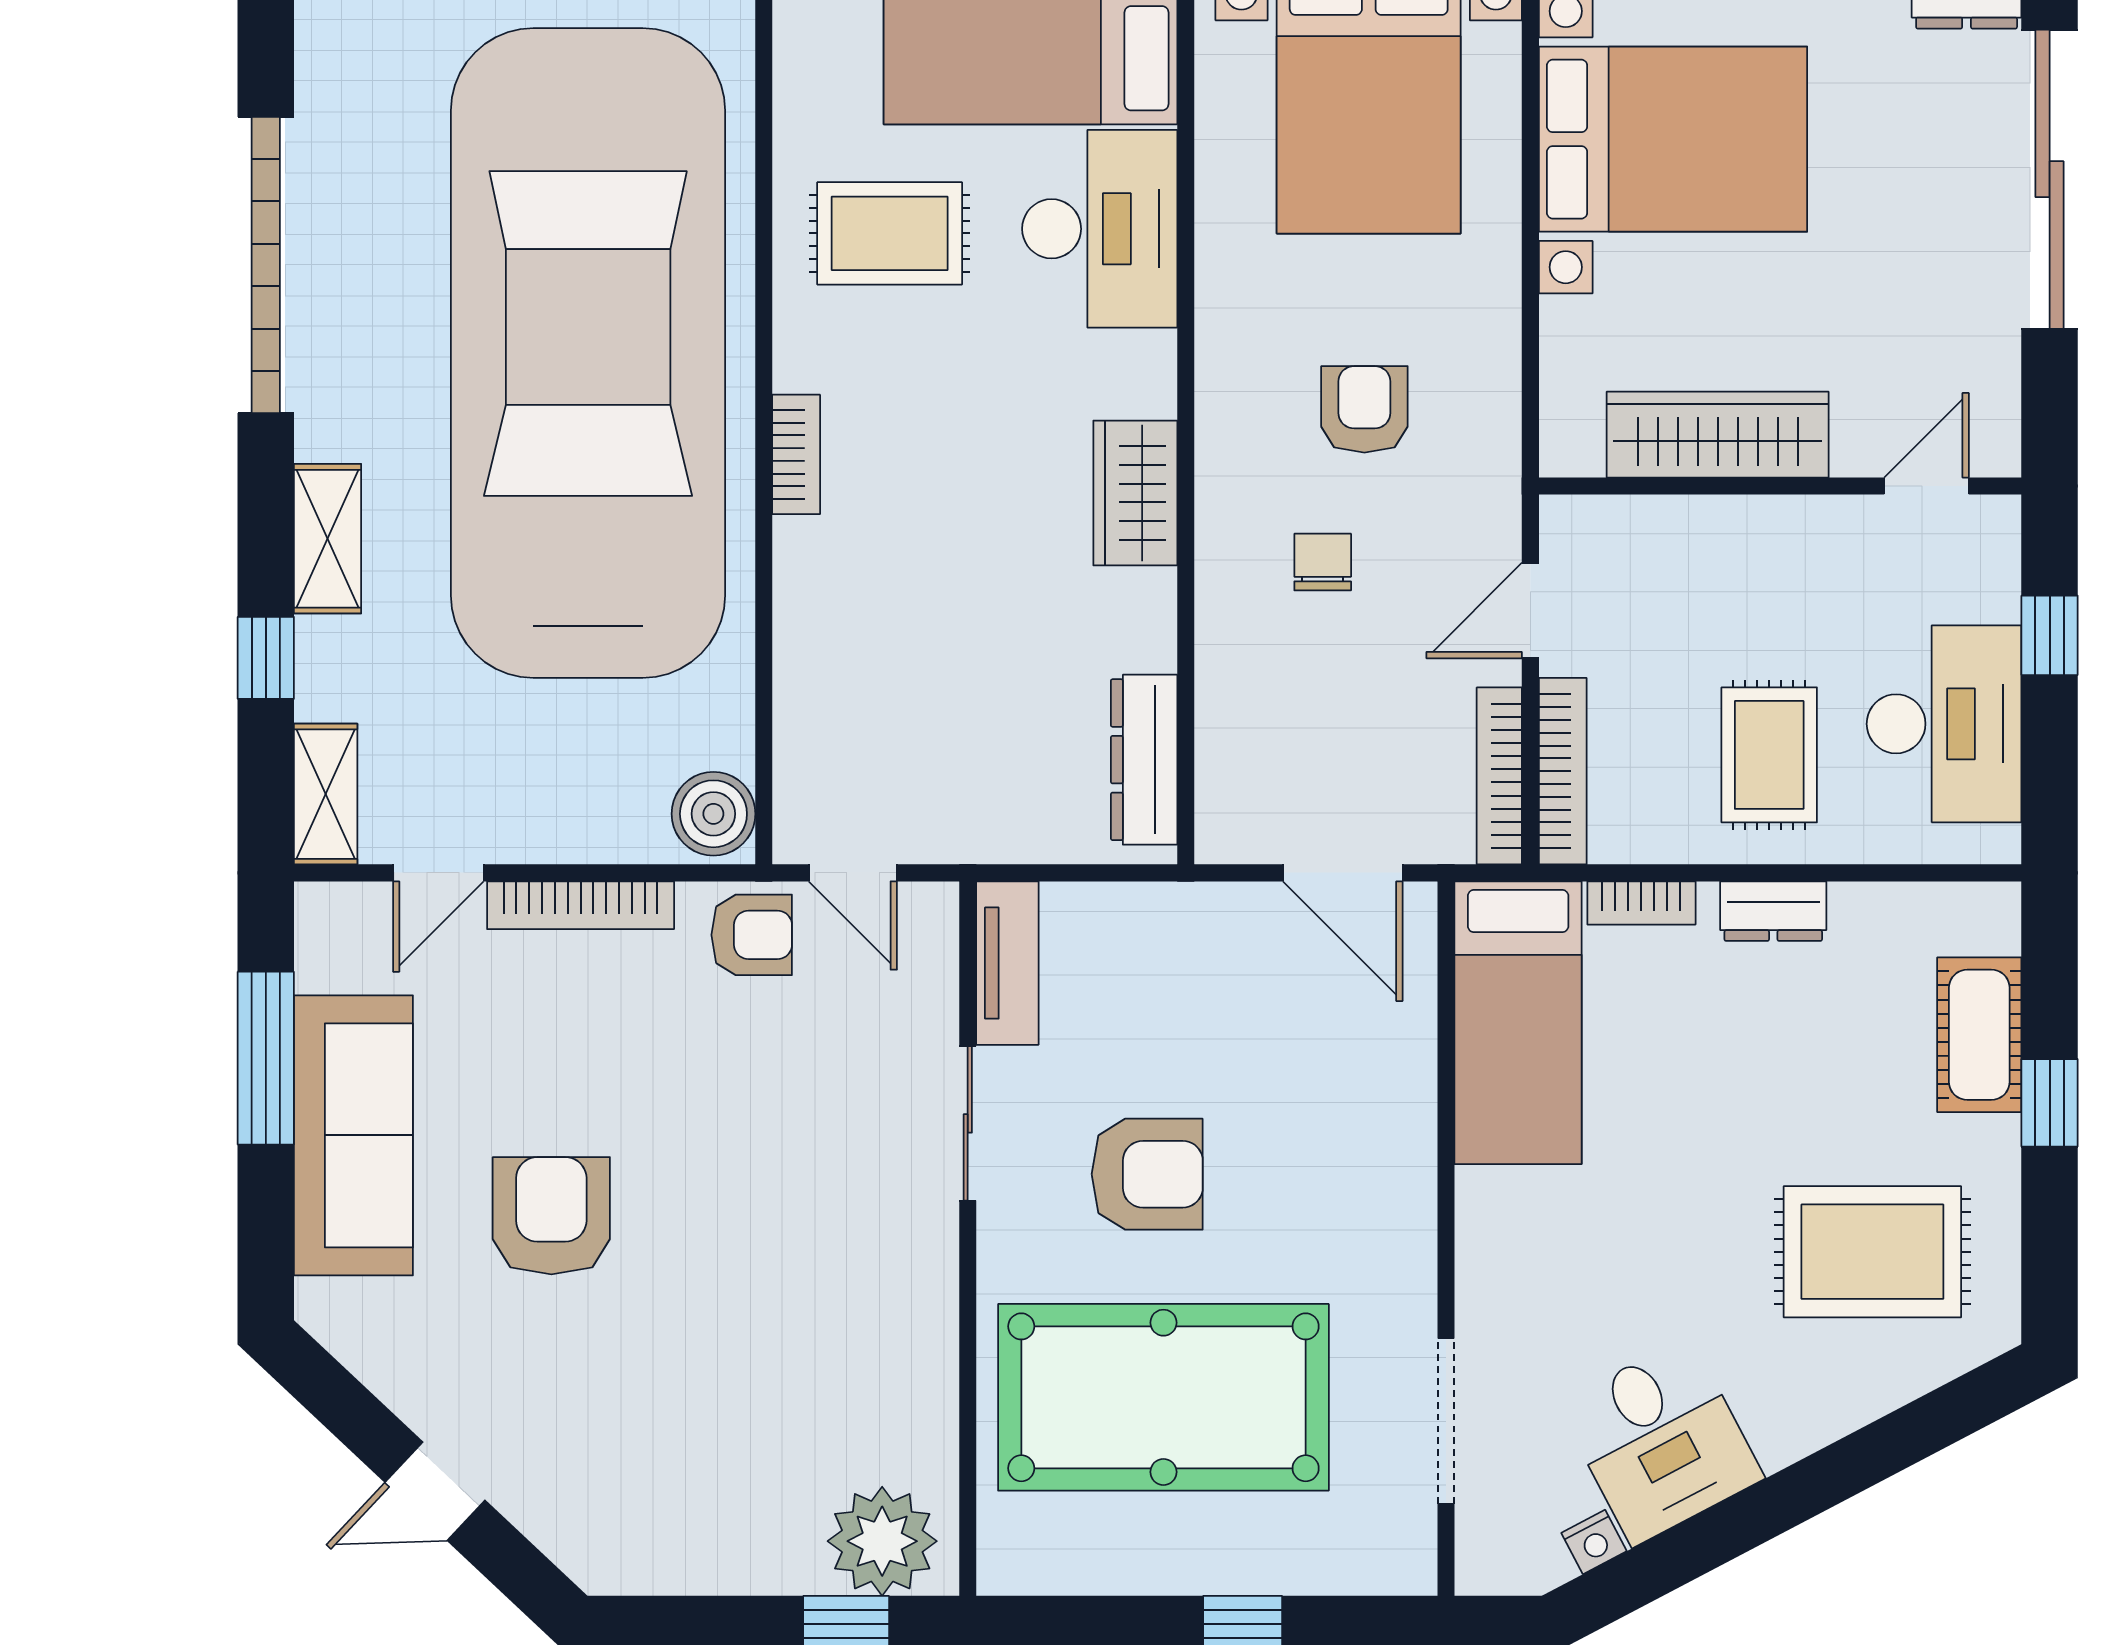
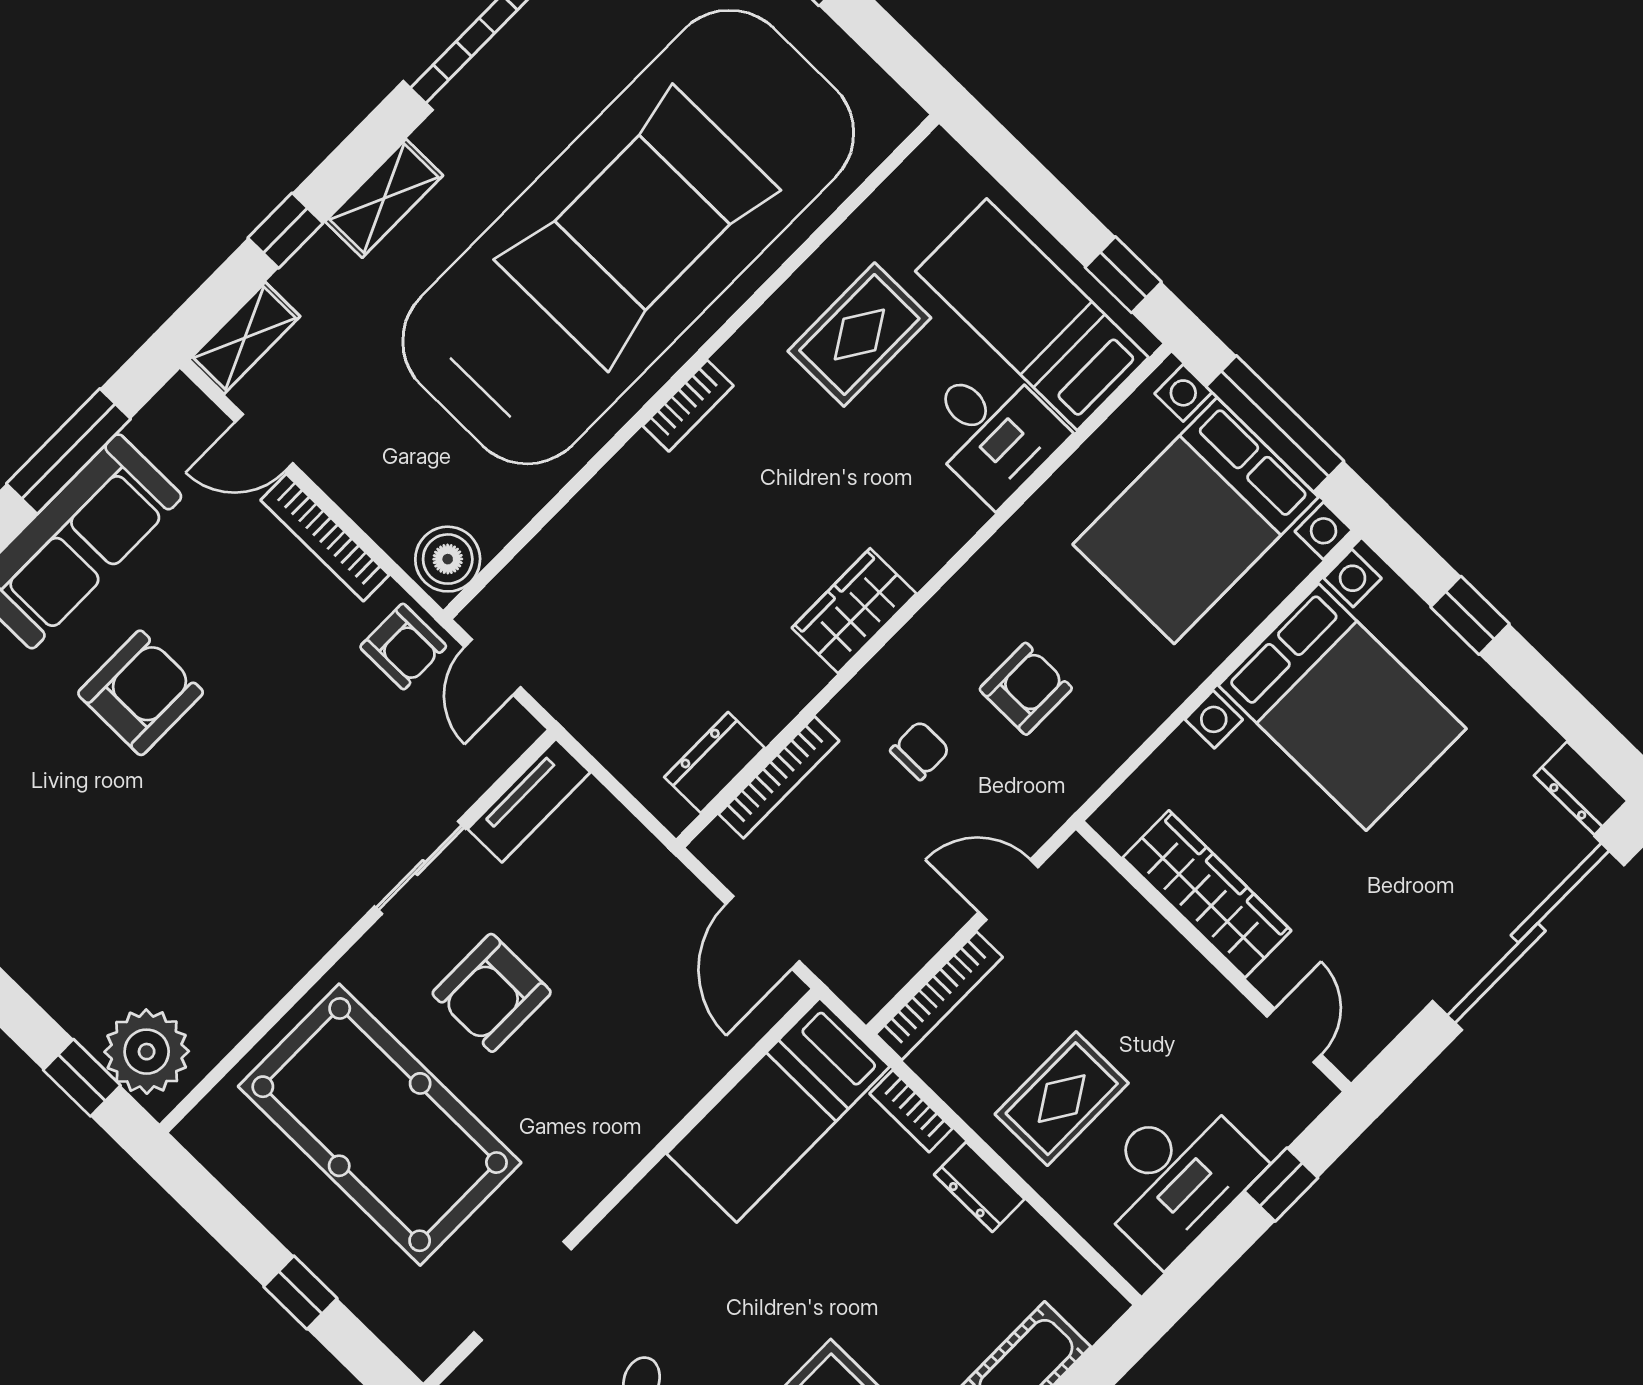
desk: (1100, 229) -> (992, 431), width x0.73
rug: (890, 233) -> (859, 335), turned 90
door: (1926, 486) -> (1294, 1036), hinge flipped
dresser: (1144, 760) -> (714, 763), width x0.70
bookcase: (1499, 776) -> (779, 777), moved, turned 180
armchair: (1147, 1174) -> (492, 993), turned 90

